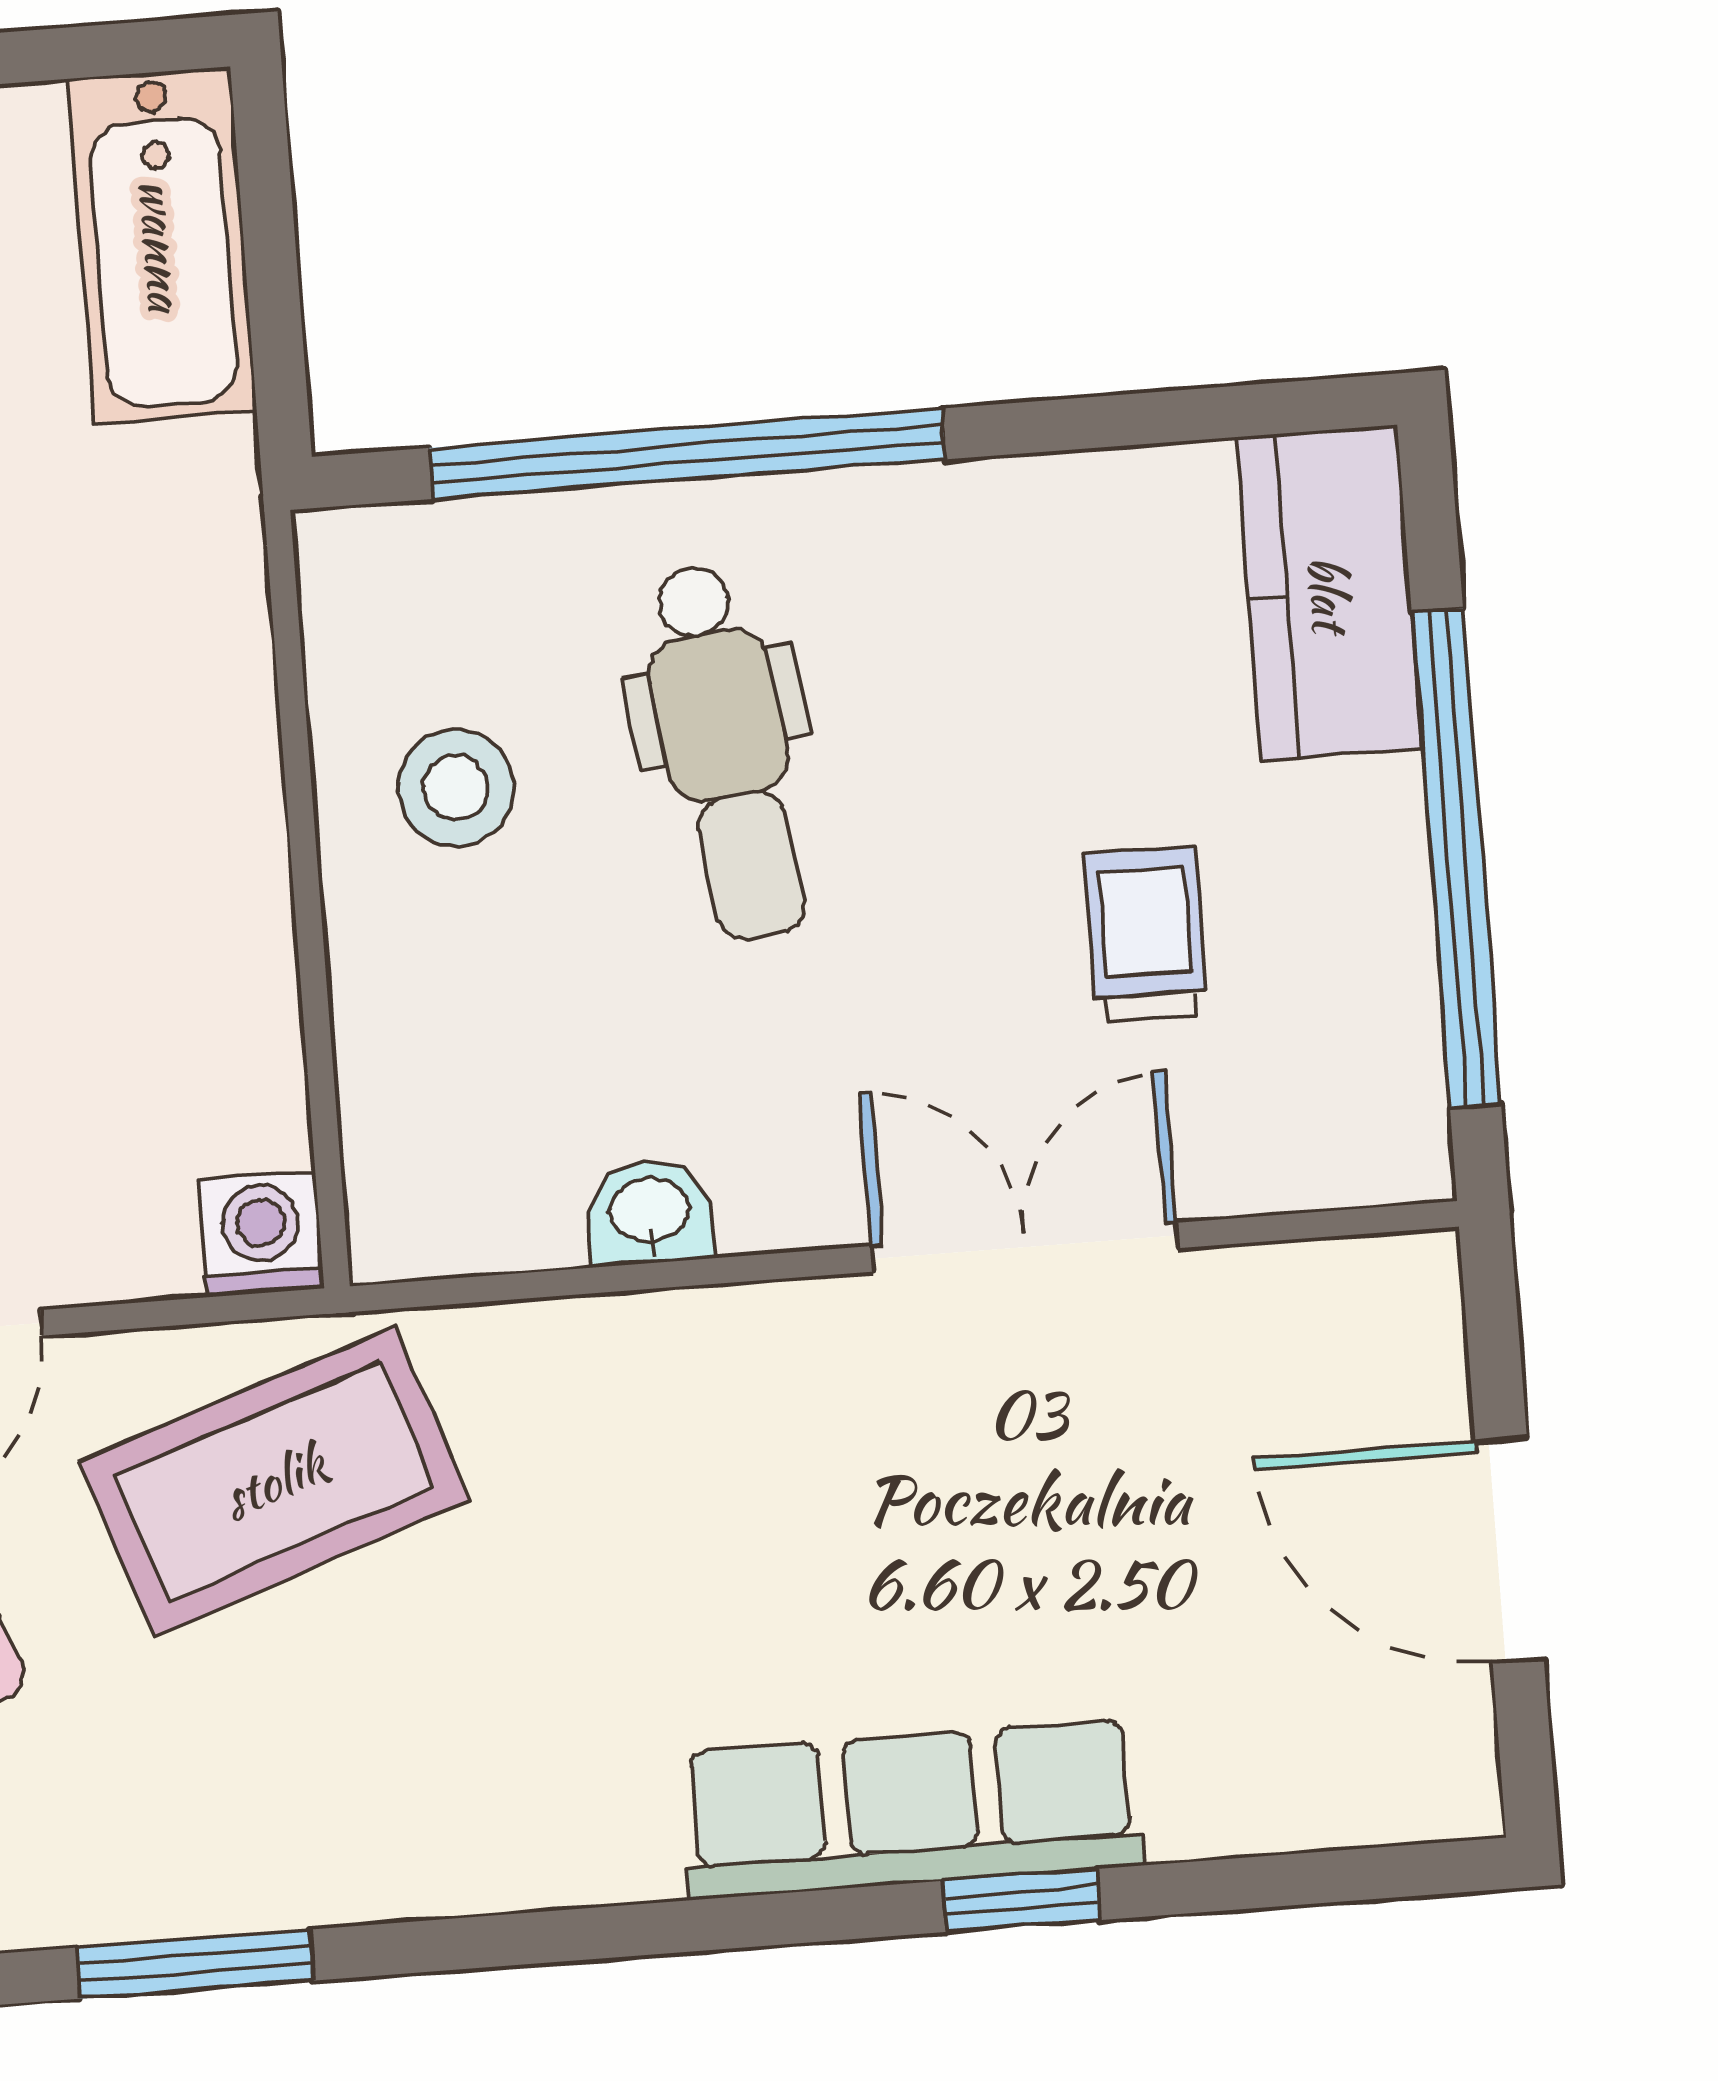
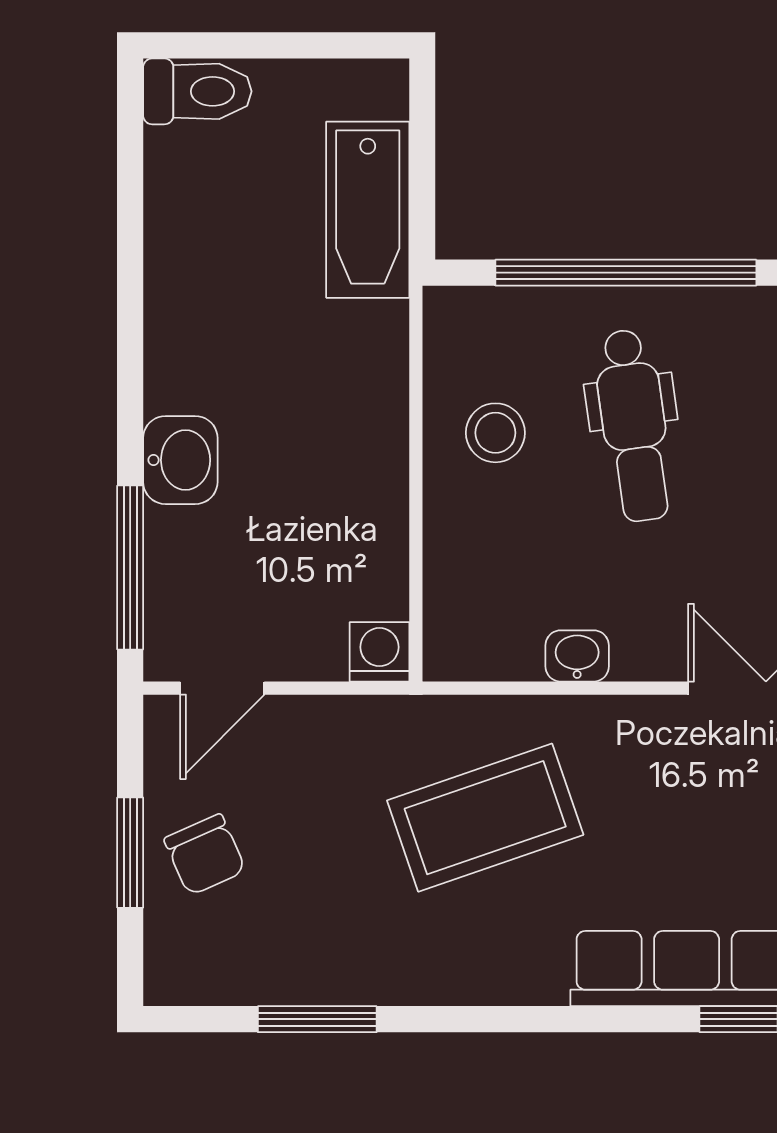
bathtub: (162, 245) -> (368, 210), moved
coffee table: (274, 1481) -> (485, 818), moved

